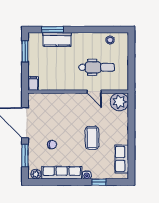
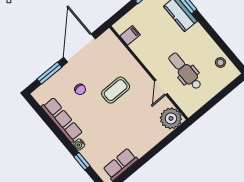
dental chair: (97, 67) -> (185, 71), turned 180
filing cabinet: (33, 83) -> (130, 35), moved
coffee table: (92, 138) -> (116, 90), moved
plant: (36, 174) -> (41, 97), removed

